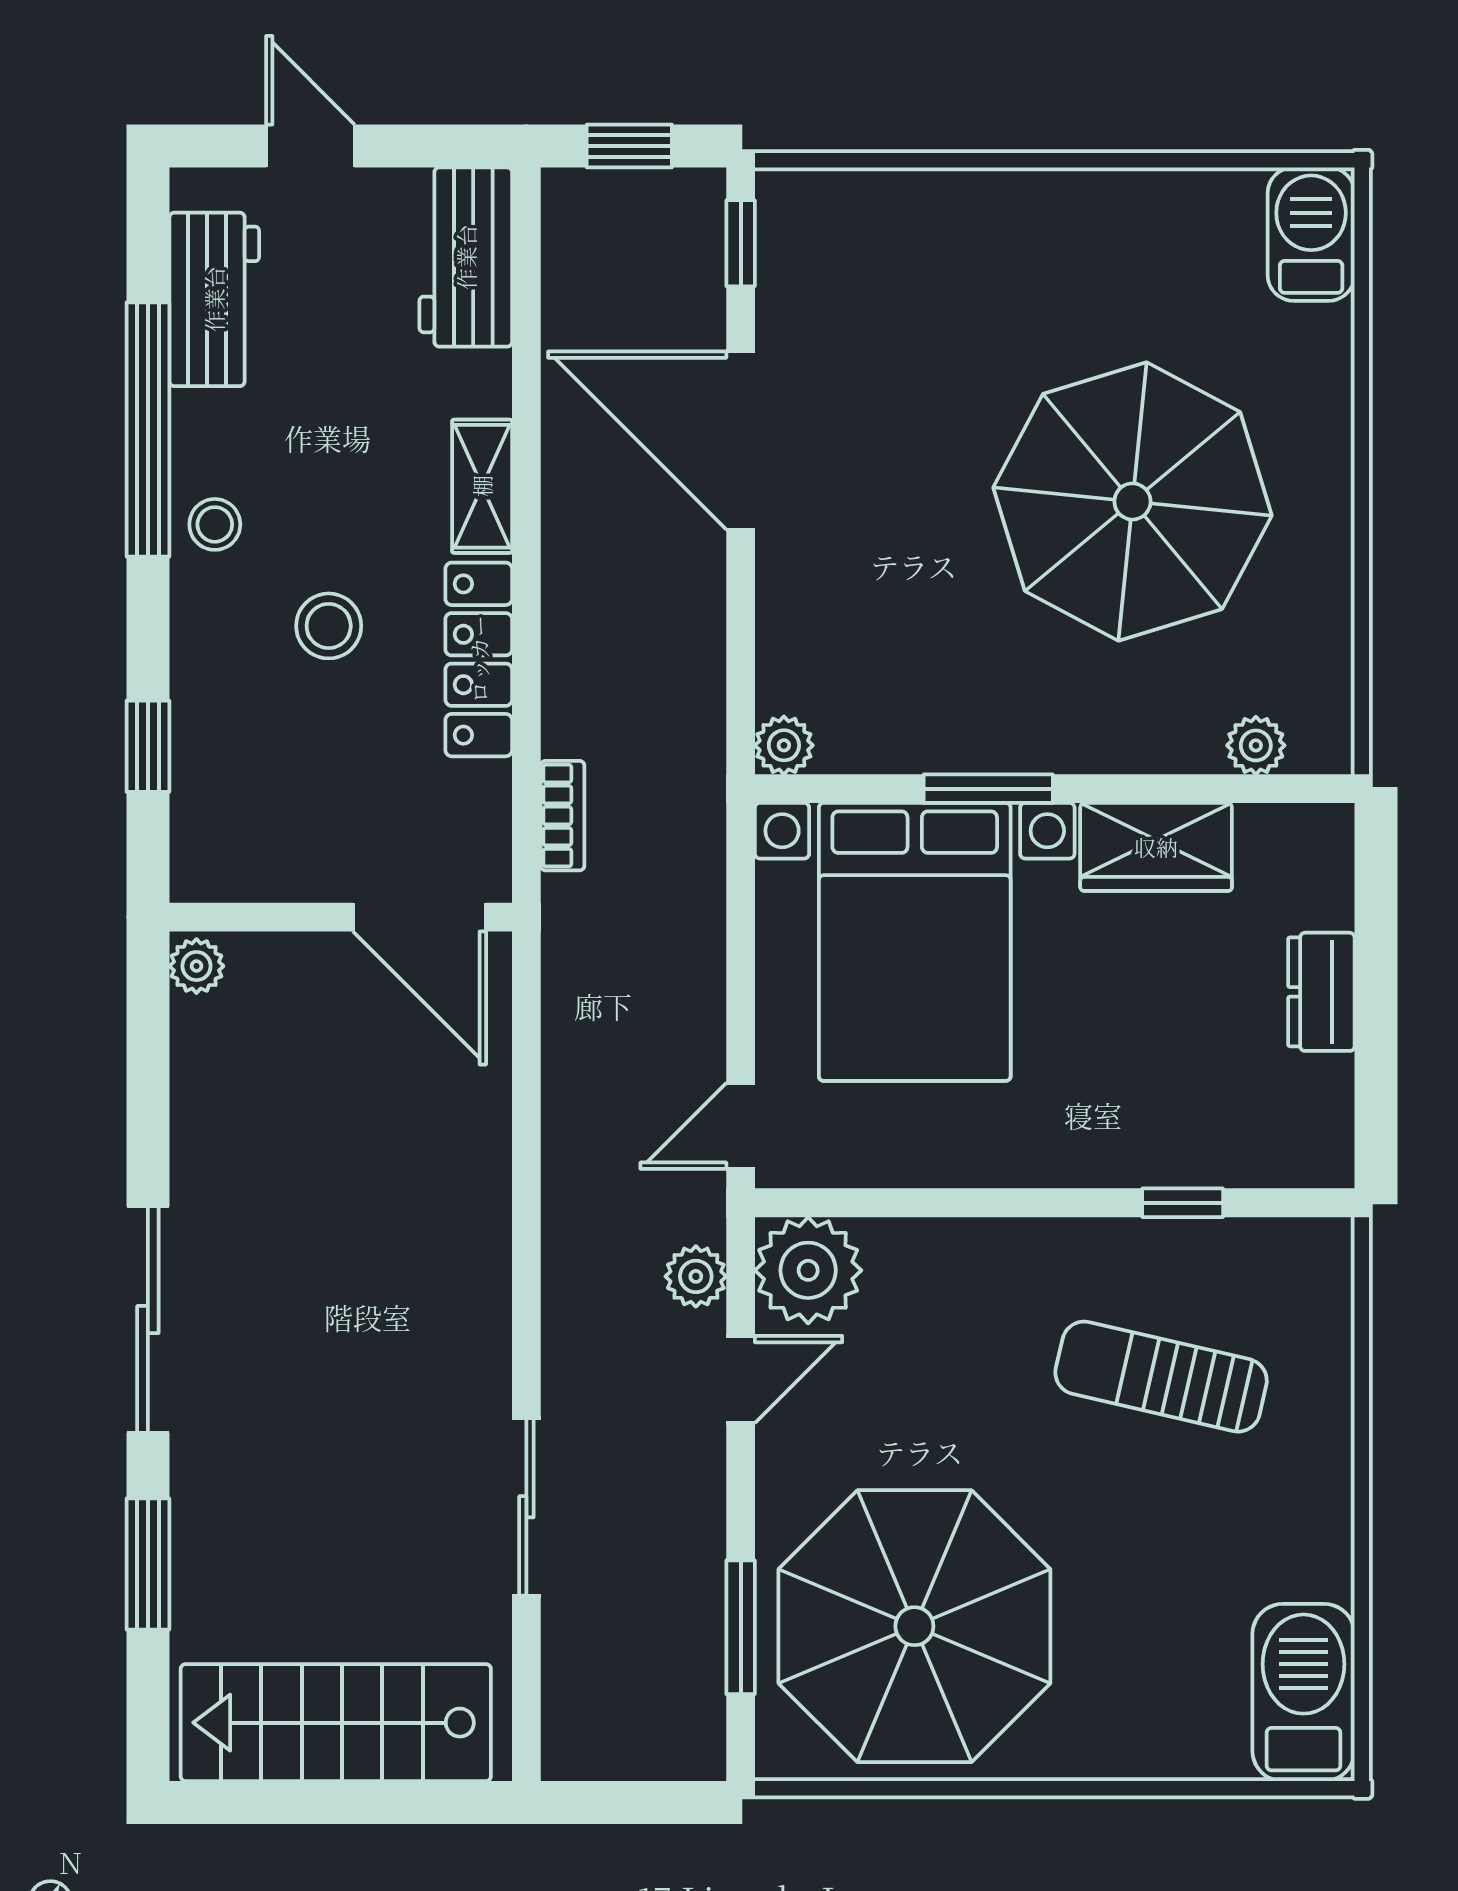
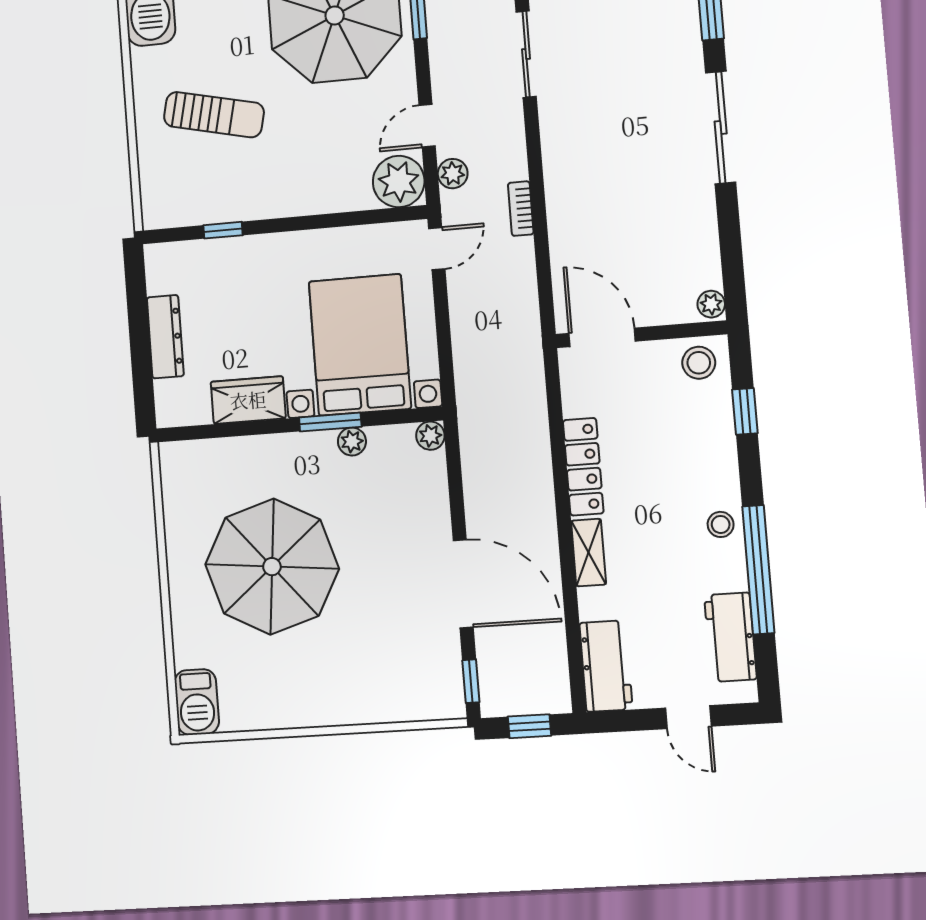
stool: (329, 626) -> (699, 363), moved
plant: (1256, 745) -> (352, 442), moved
bookcase: (563, 816) -> (521, 209), moved
dresser: (1321, 992) -> (165, 337), width x1.44
sun lounger: (1161, 1377) -> (214, 115), moved

